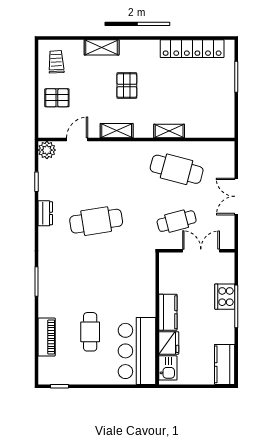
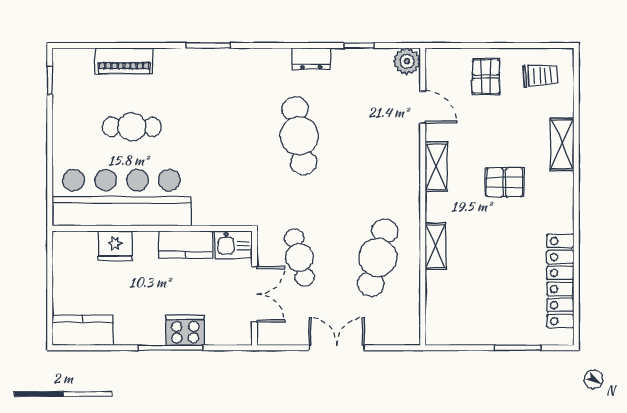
kitchen counter: (168, 312) -> (186, 244), moved
bar counter: (137, 351) -> (122, 198), width x1.36
kitchen sink: (168, 368) -> (233, 244), moved

